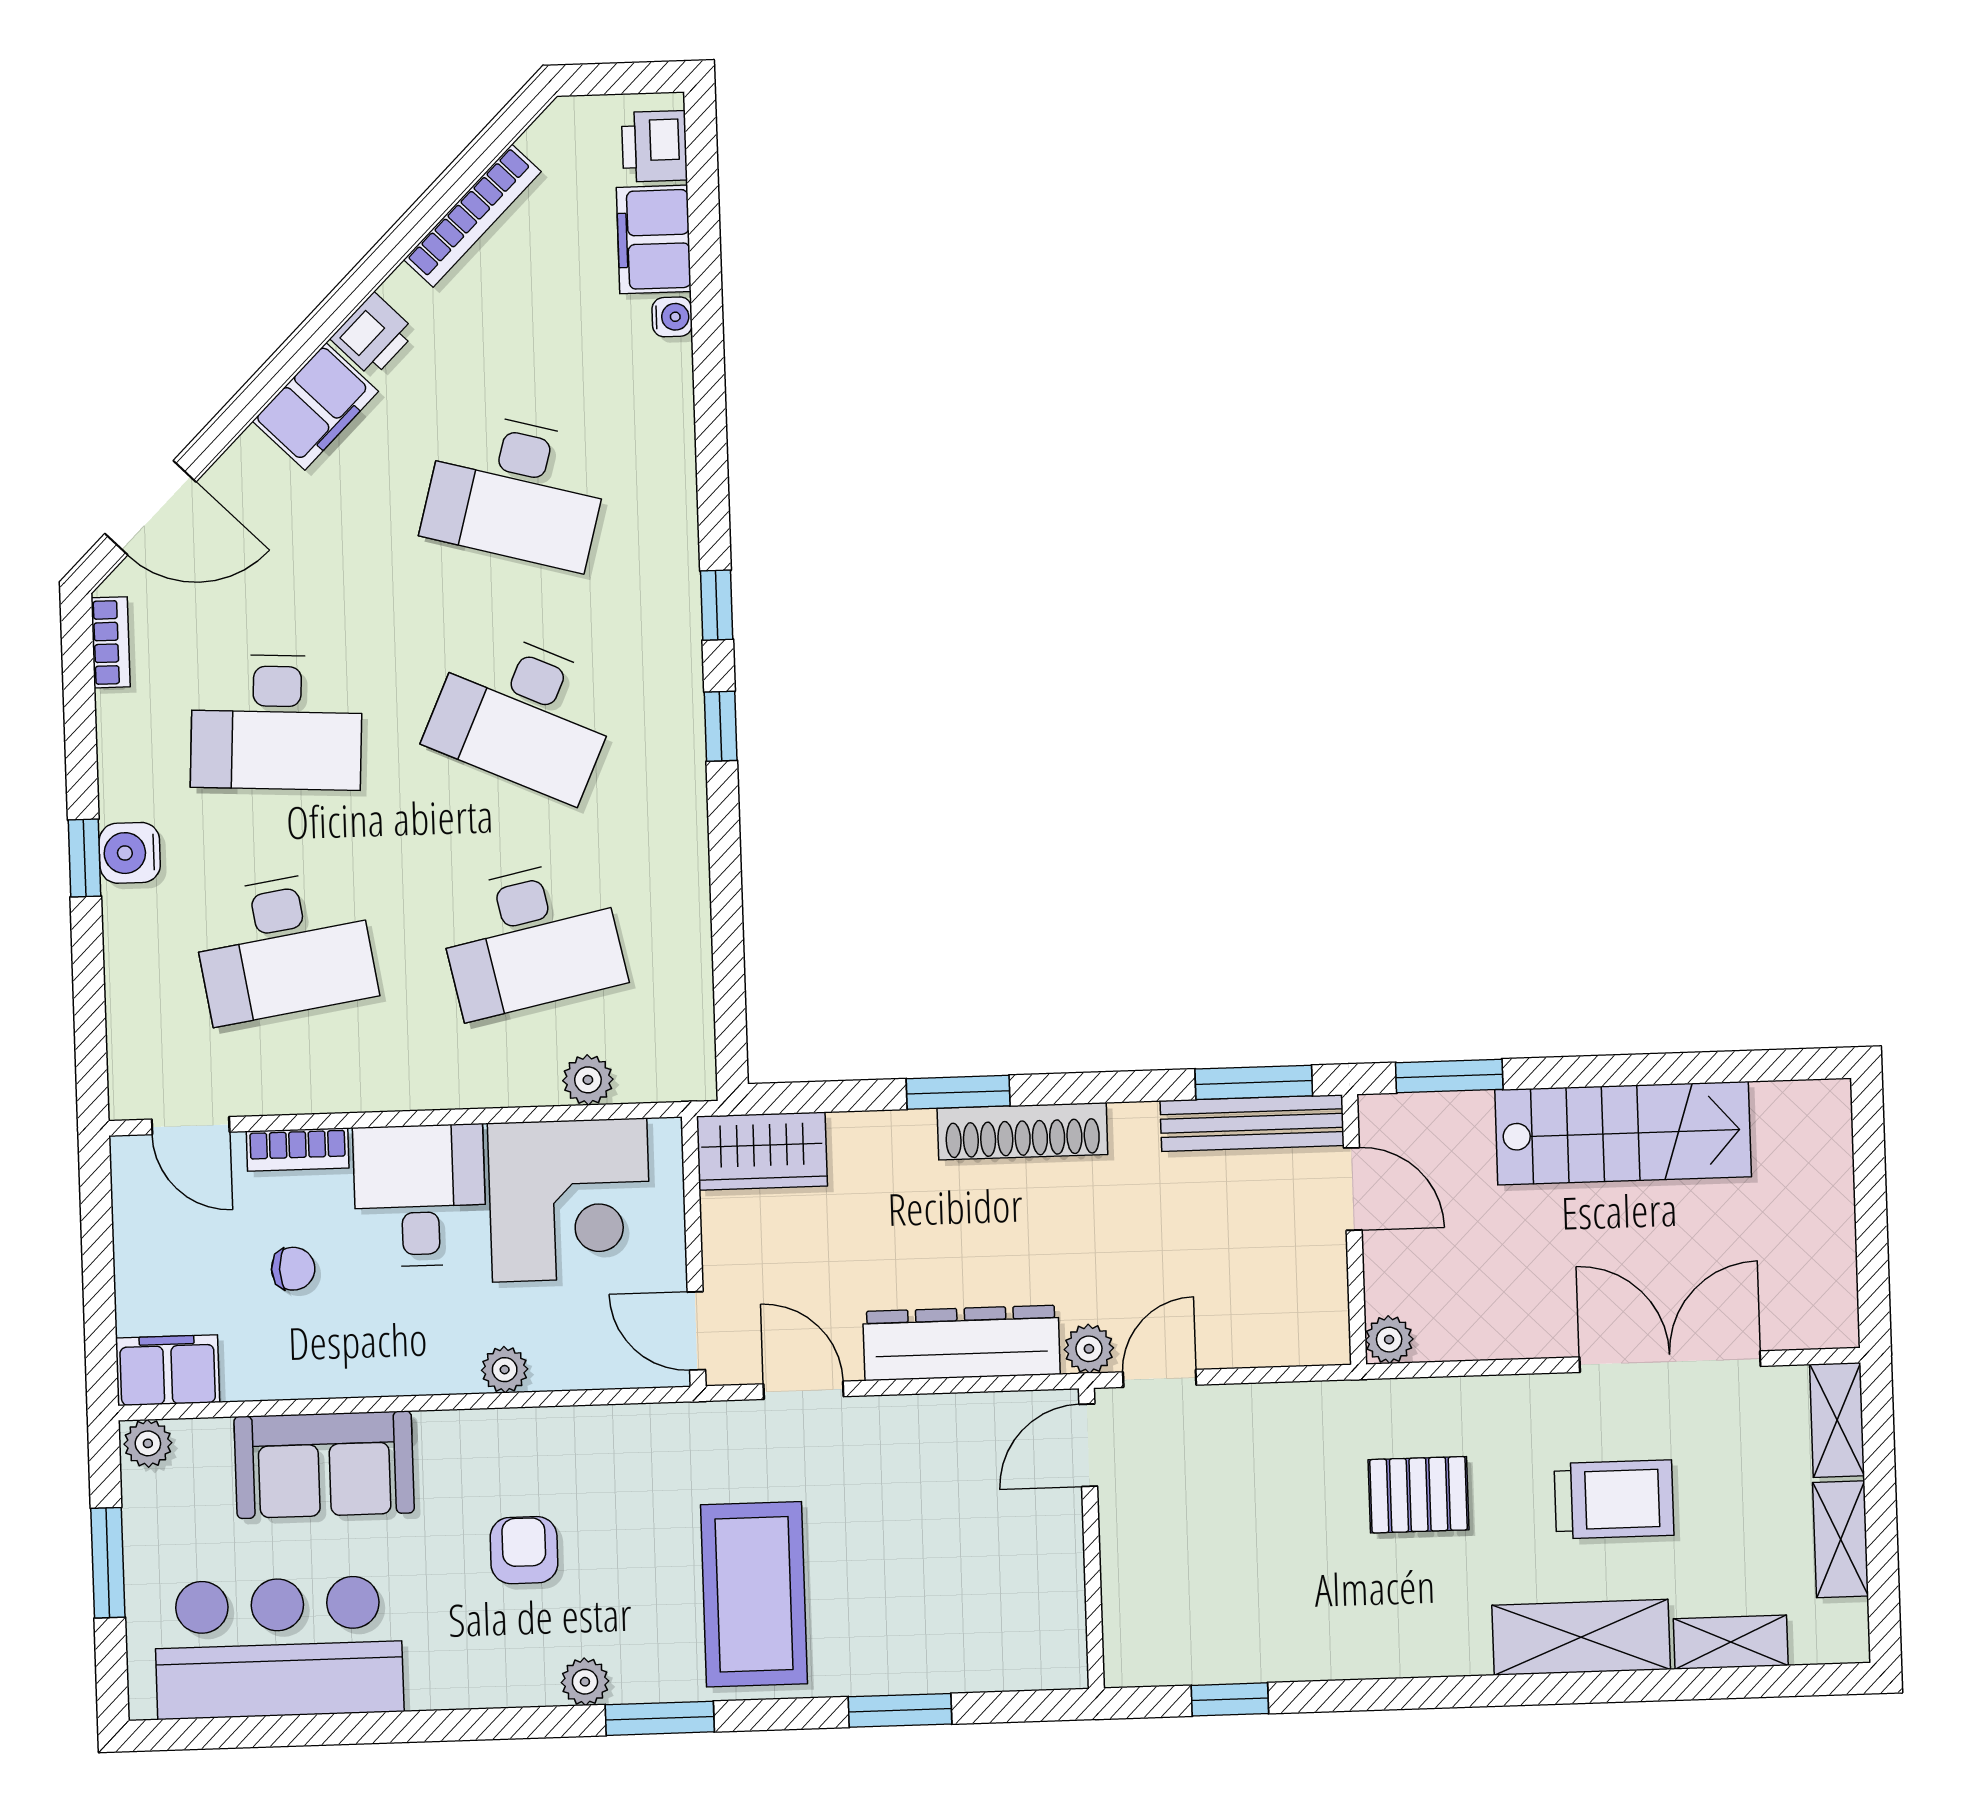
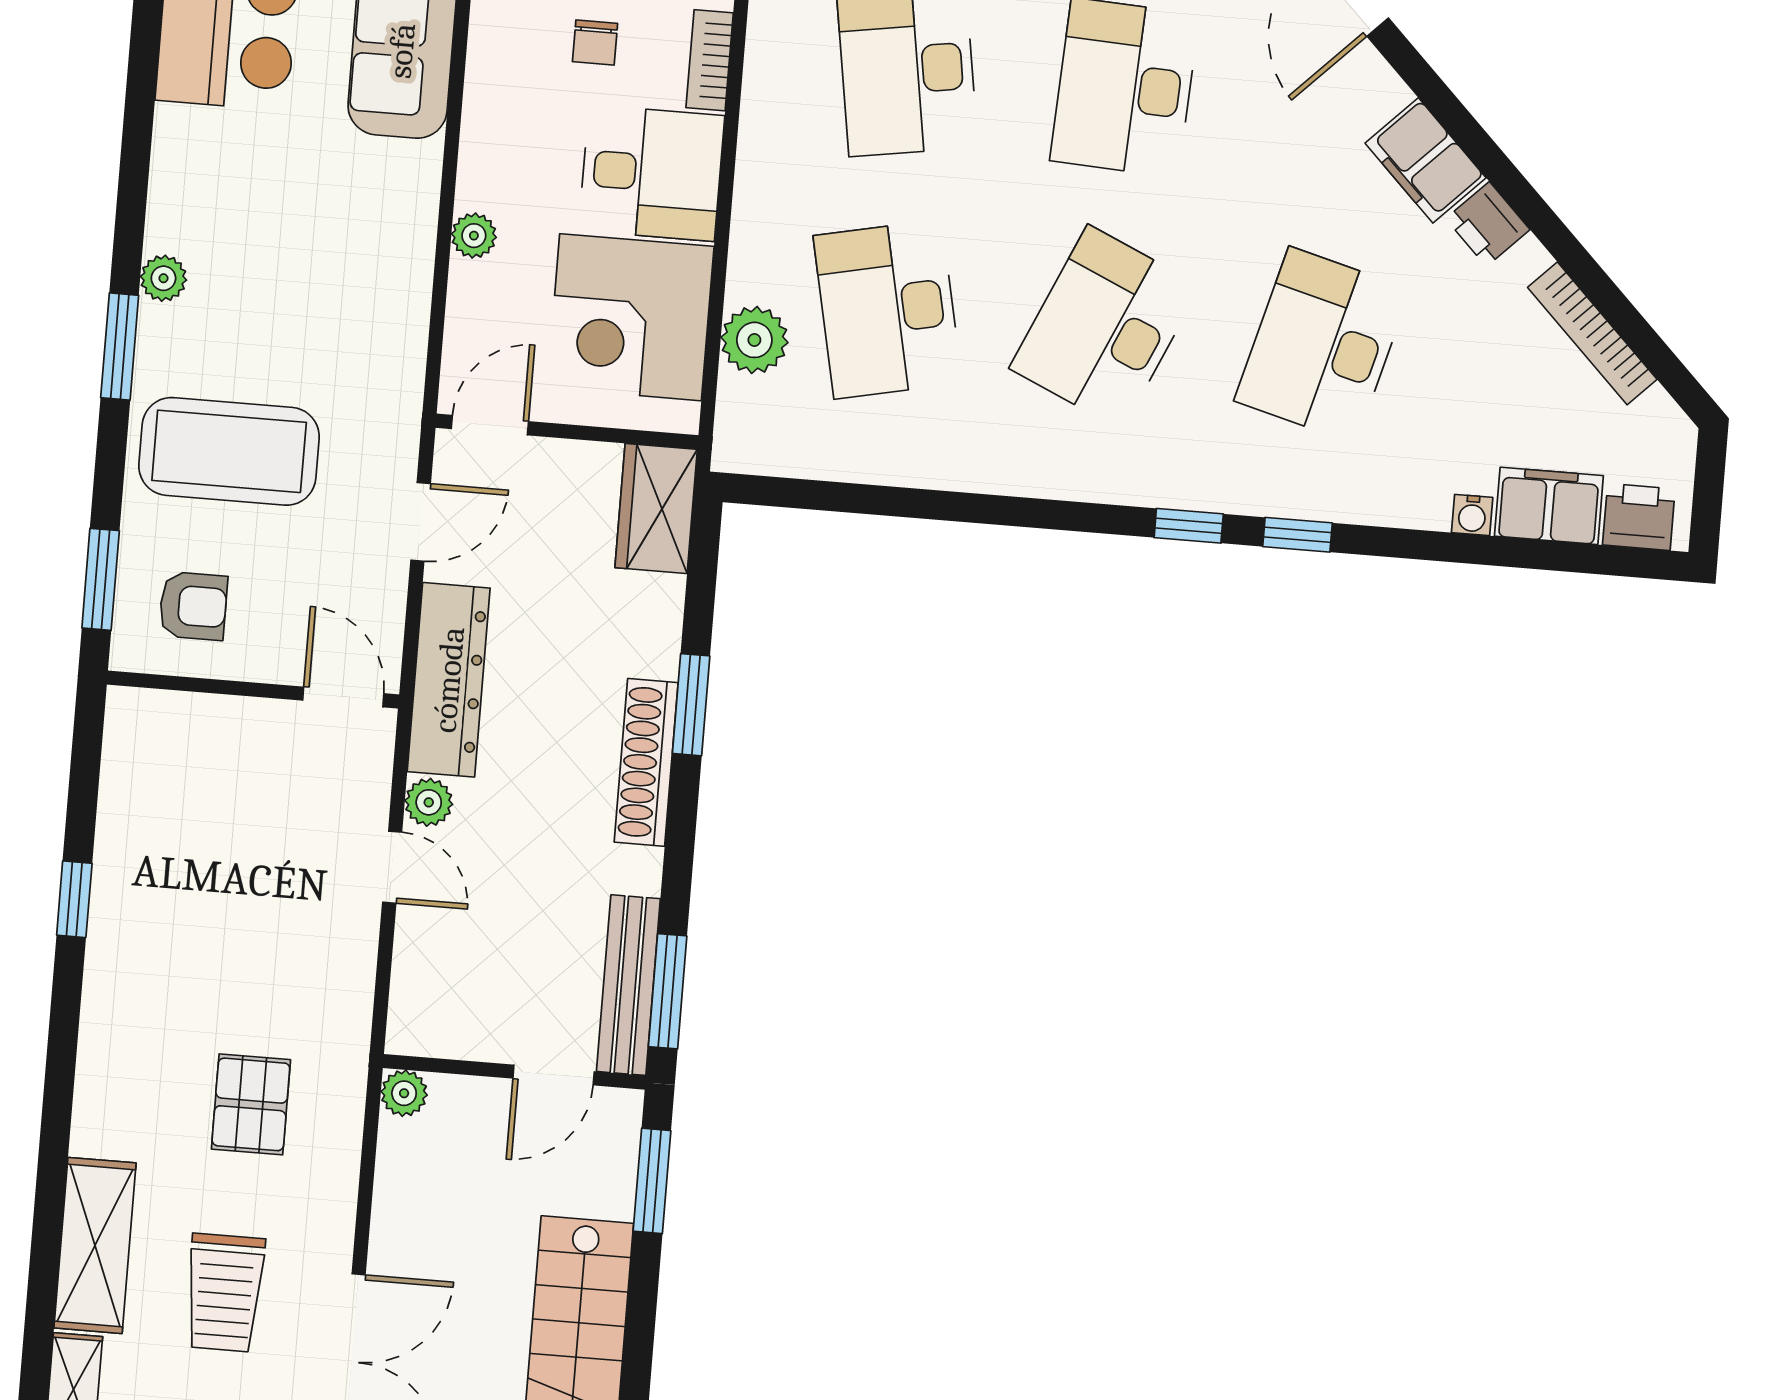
window: (721, 726) -> (1297, 535), moved
plant: (588, 1080) -> (754, 340), width x1.38, depth x1.38
door: (1088, 1445) -> (343, 697), moved
wall: (1091, 1538) -> (253, 690), moved
armchair: (524, 1550) -> (193, 606), moved

